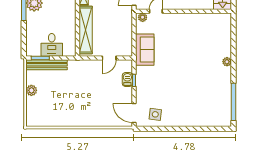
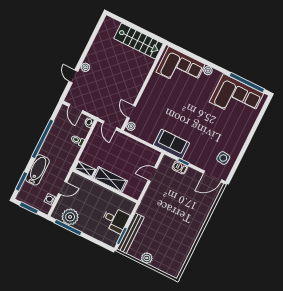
shelving: (86, 30) -> (110, 179), width x0.68
corner sofa: (217, 36) -> (181, 68), added
sofa: (145, 50) -> (171, 144), moved
door: (109, 58) -> (152, 174), swing flipped
corner sofa: (215, 99) -> (236, 98), added

